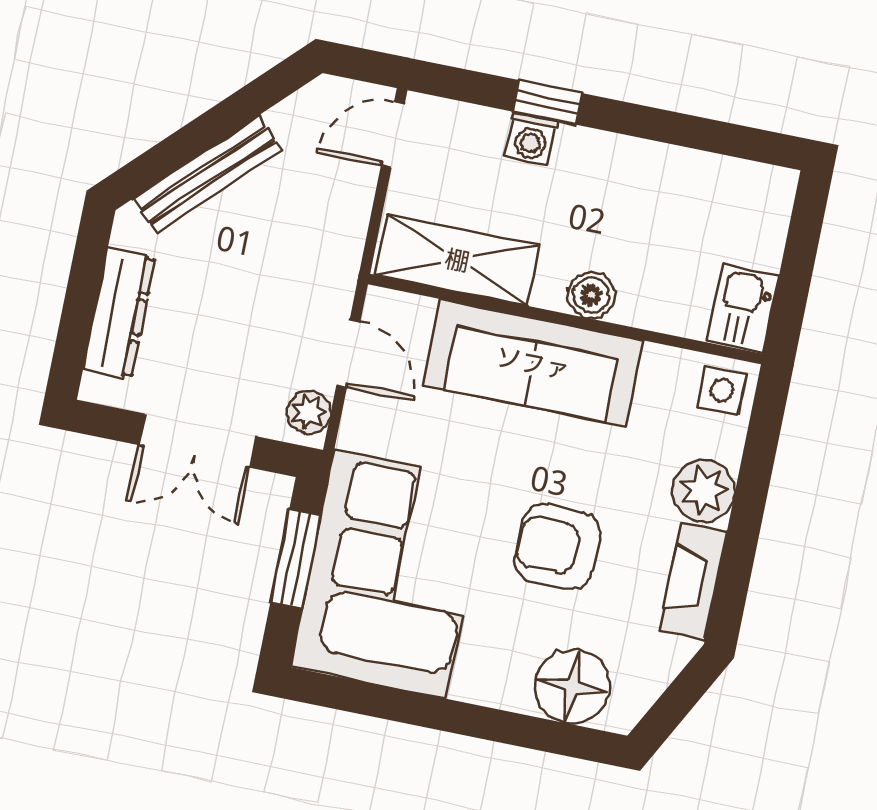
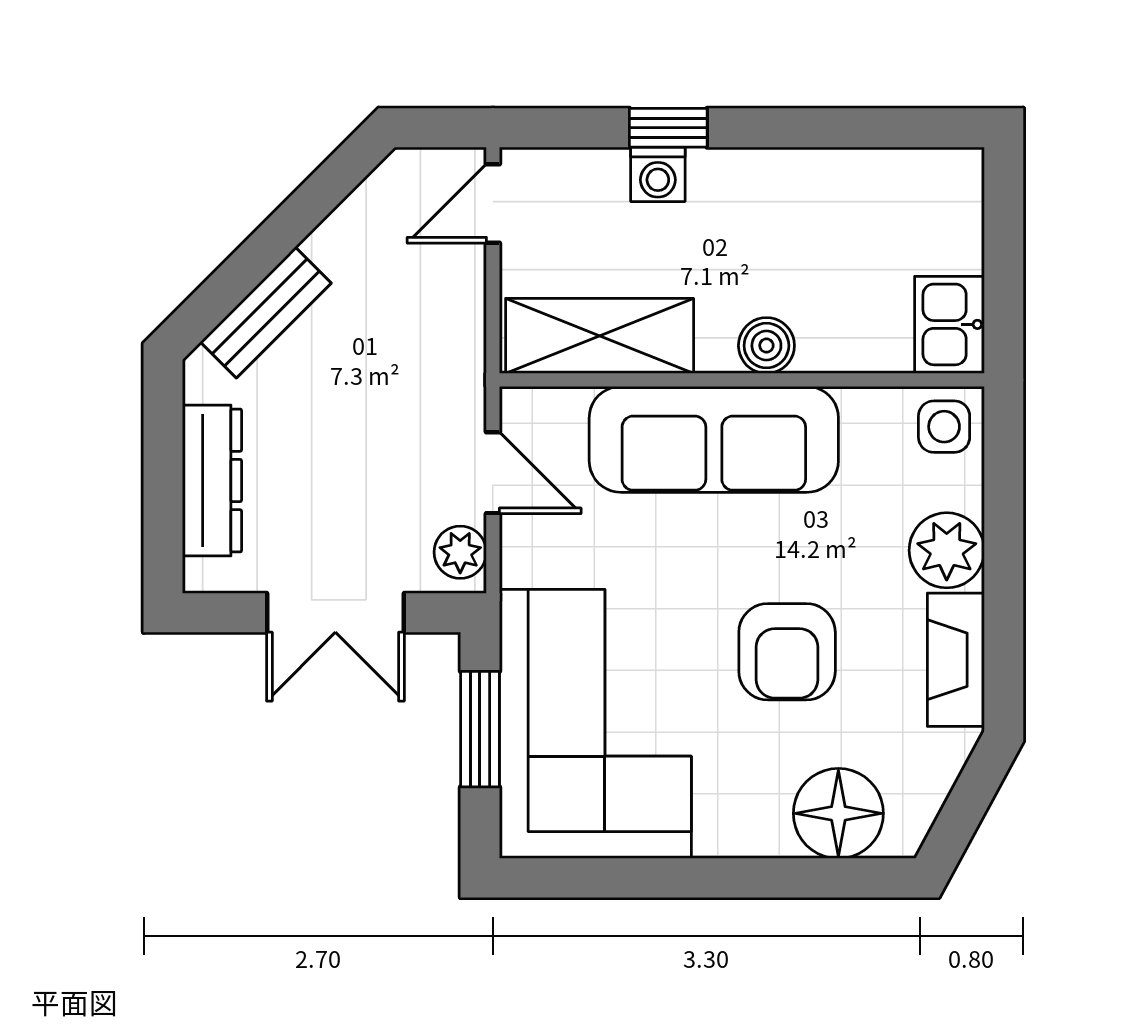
bench: (208, 175) -> (266, 312), width x0.73
armchair: (557, 547) -> (787, 652), turned -90

